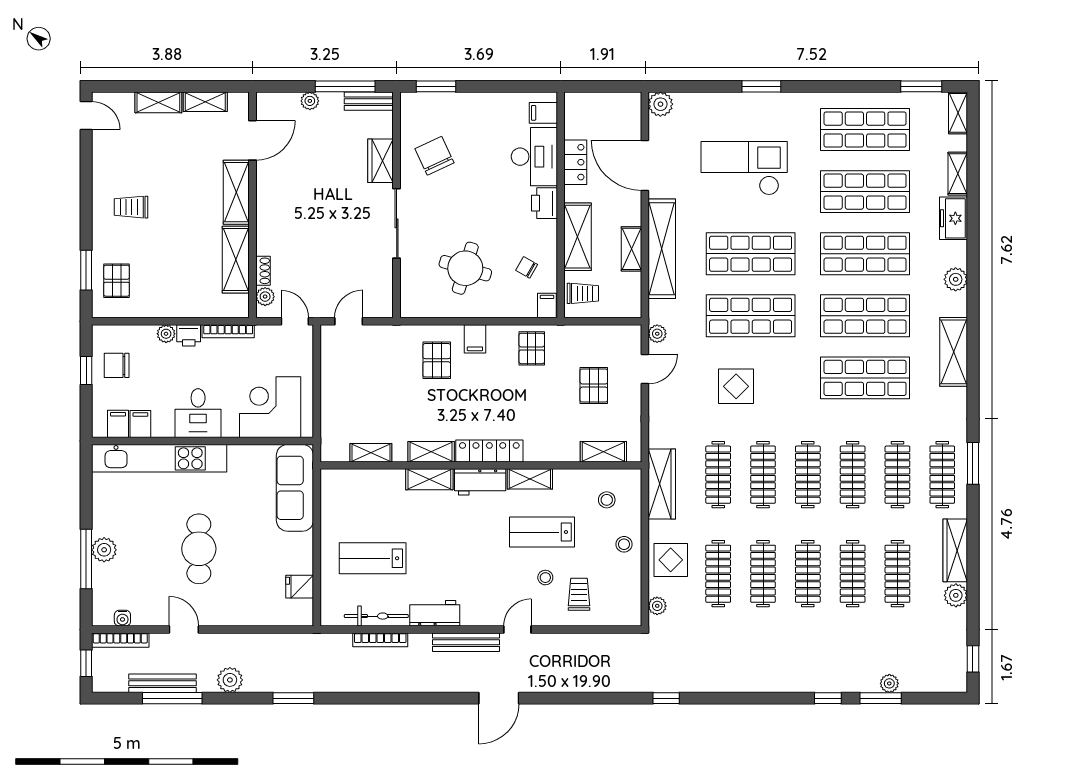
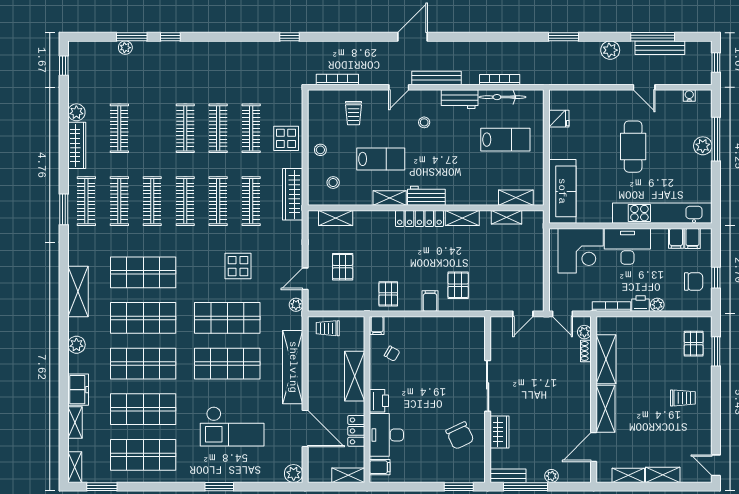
shelving: (632, 249) -> (348, 475), moved, turned 90
round table: (465, 268) -> (437, 353), removed
trolley: (583, 293) -> (328, 328), moved
desk: (198, 413) -> (627, 246), width x1.37
shelving: (429, 479) -> (516, 198), moved
clothes rail: (853, 574) -> (152, 128), removed
stool: (545, 578) -> (424, 122), moved
plant: (657, 606) -> (296, 105), removed
bookcase: (120, 640) -> (337, 79), moved

